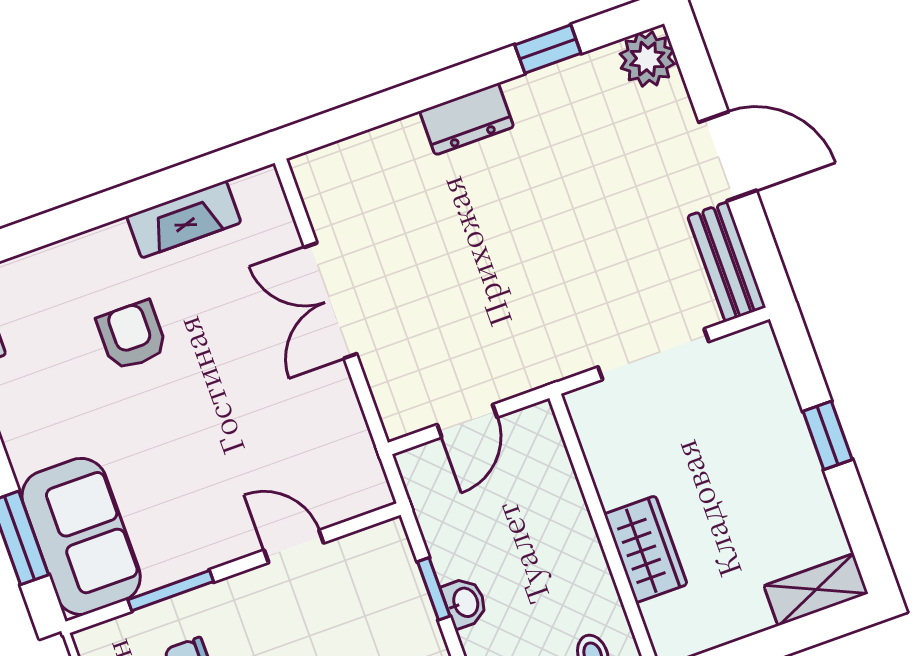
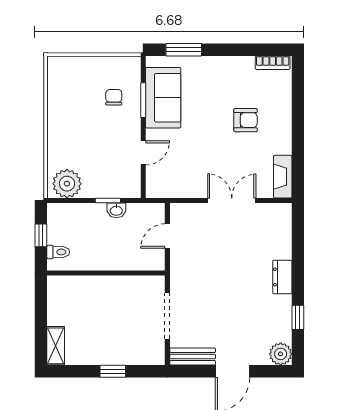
fireplace: (184, 219) -> (283, 177), moved
door: (467, 421) -> (167, 236), hinge flipped
sofa: (81, 536) -> (163, 98), moved, turned -90
wardrobe: (646, 549) -> (94, 286), removed
washbasin: (465, 603) -> (116, 210), moved

